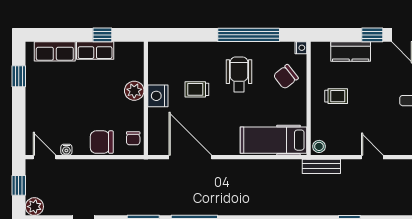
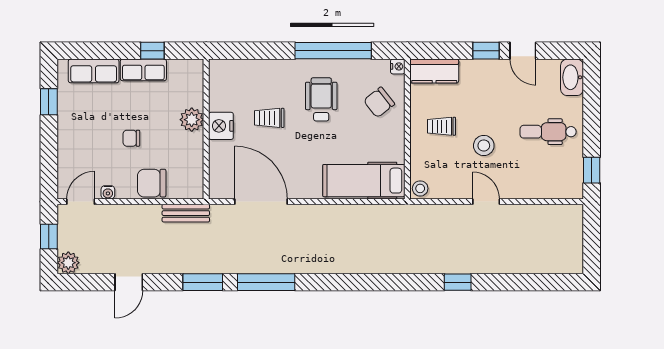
kitchen counter: (351, 51) -> (434, 71), moved
trolley: (336, 96) -> (441, 126), turned 180
stool: (370, 112) -> (484, 146), added
chair: (133, 138) -> (131, 138), moved, turned 90
door: (44, 157) -> (81, 202), hinge flipped
bench: (321, 166) -> (186, 213), moved

